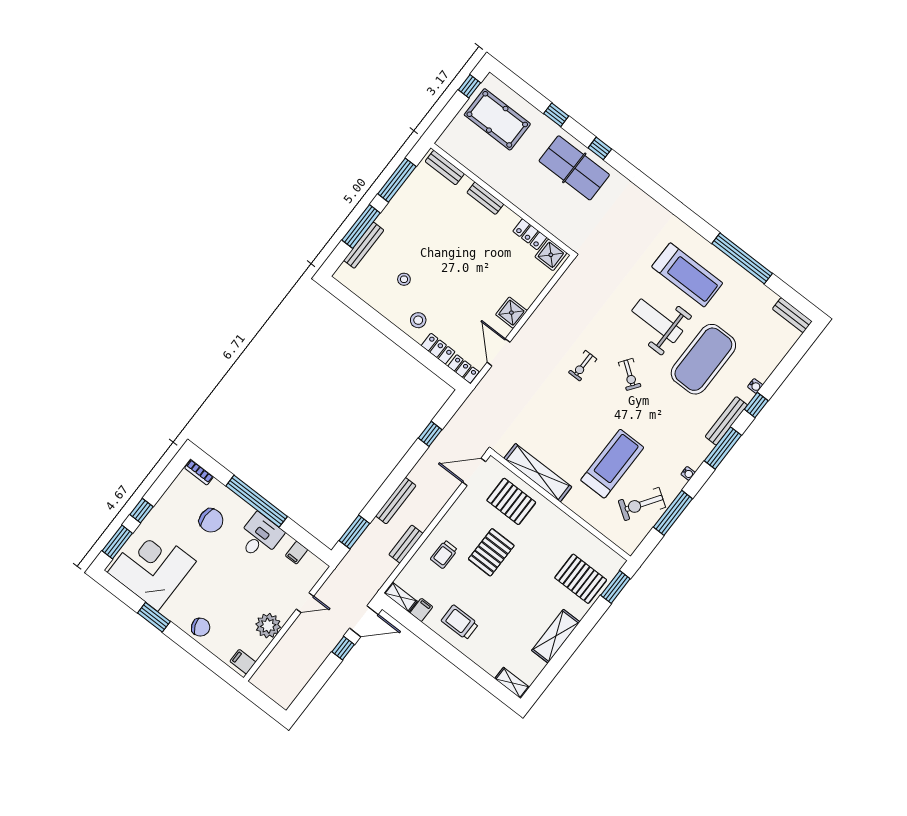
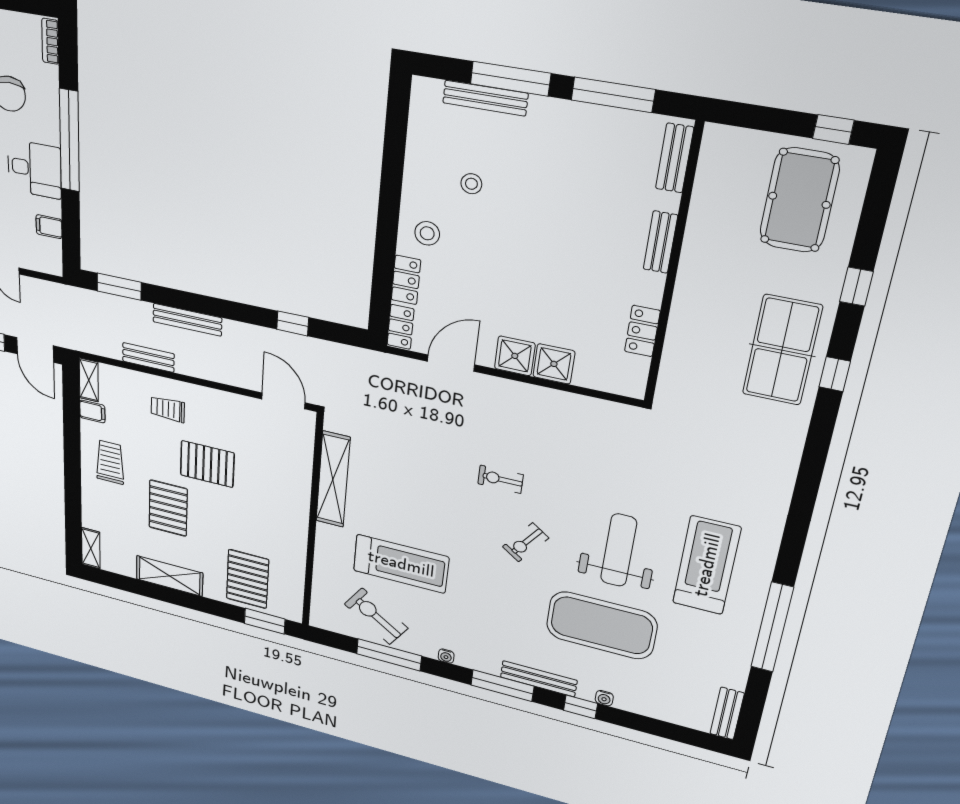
shower: (551, 255) -> (554, 364), moved
treadmill: (687, 275) -> (707, 565), turned 180
pallet: (511, 501) -> (168, 508), moved

